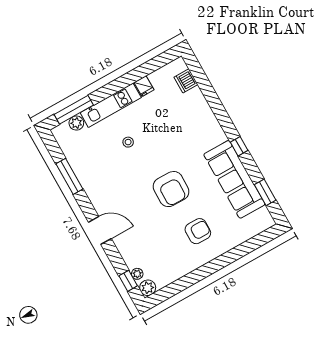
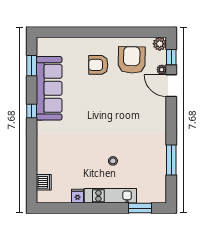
window: (74, 110) -> (140, 208), width x0.69
plant: (76, 123) -> (144, 197), removed
armchair: (171, 189) -> (132, 60), moved
door: (100, 230) -> (171, 86), moved
plant: (137, 274) -> (162, 70), moved

